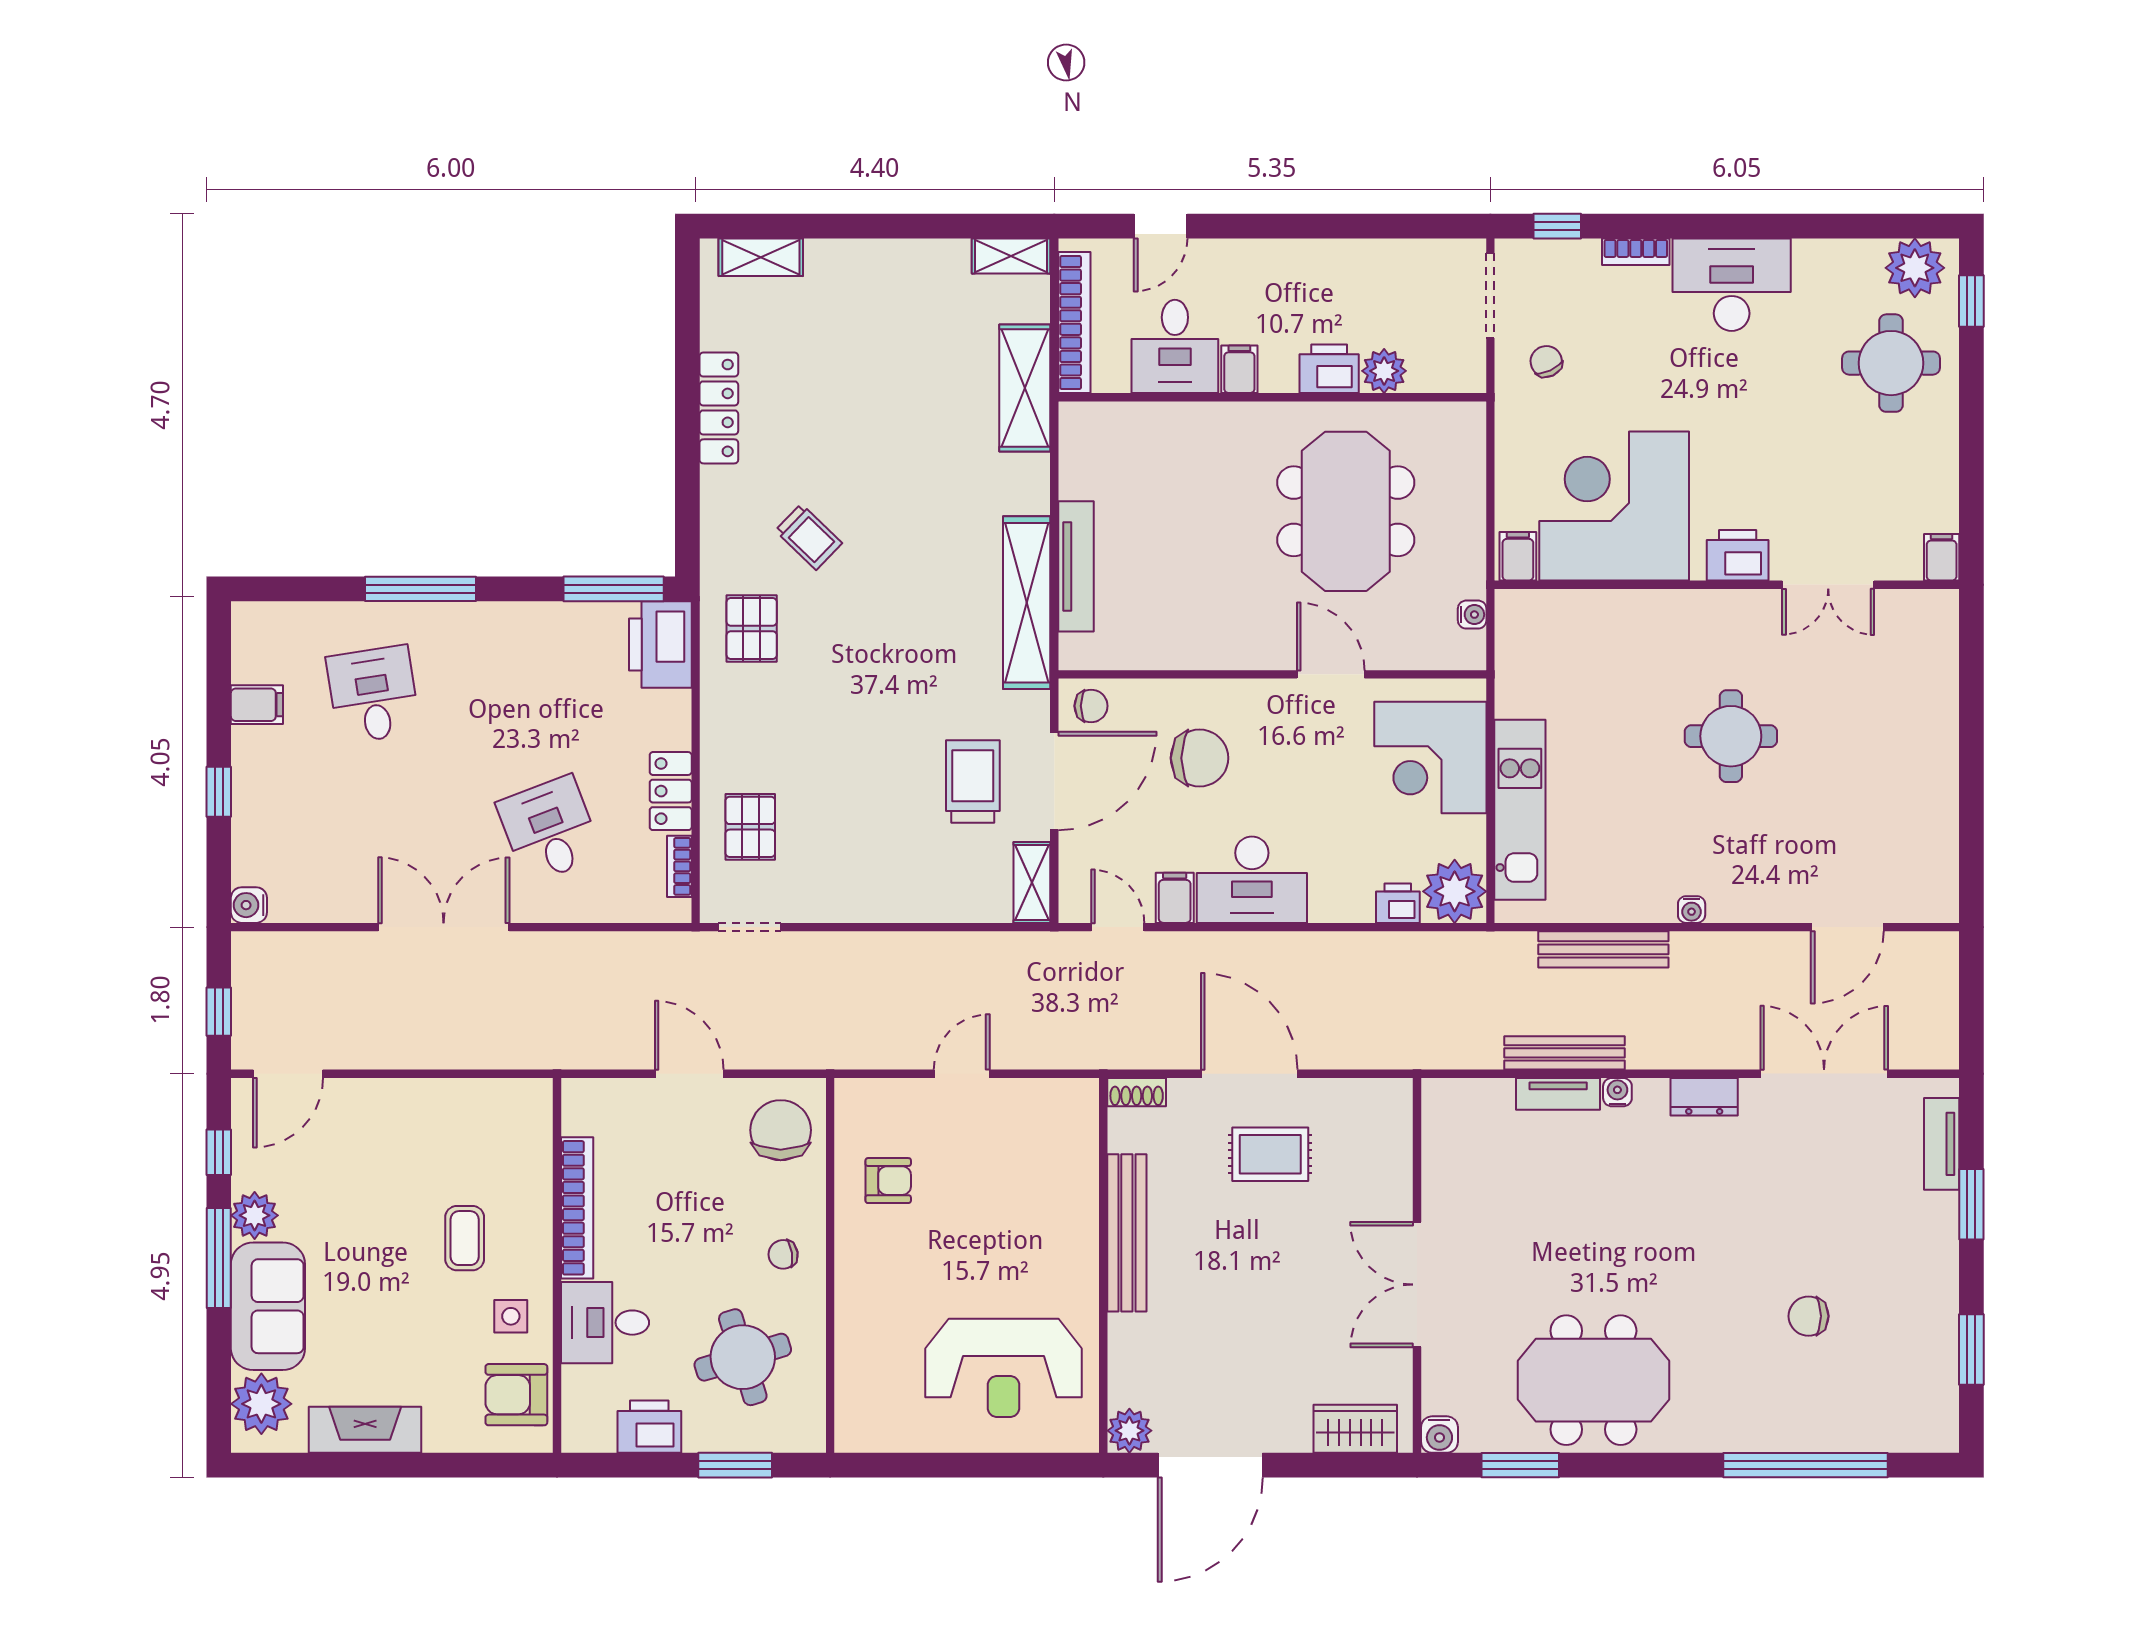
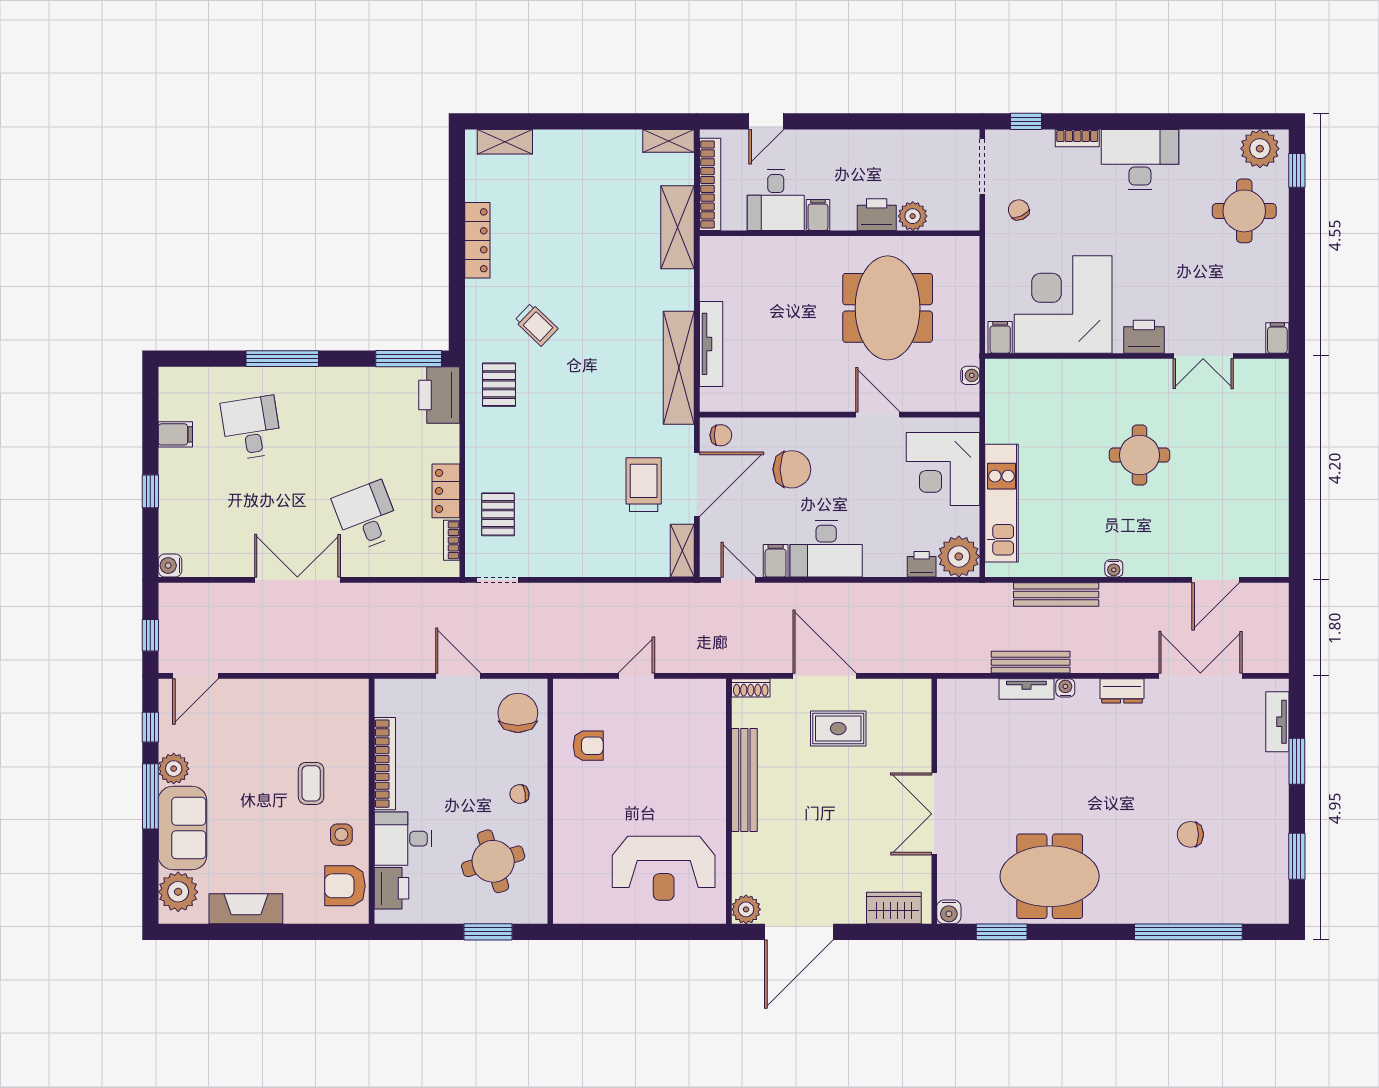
printer: (649, 1427) -> (391, 888), moved, turned 90

